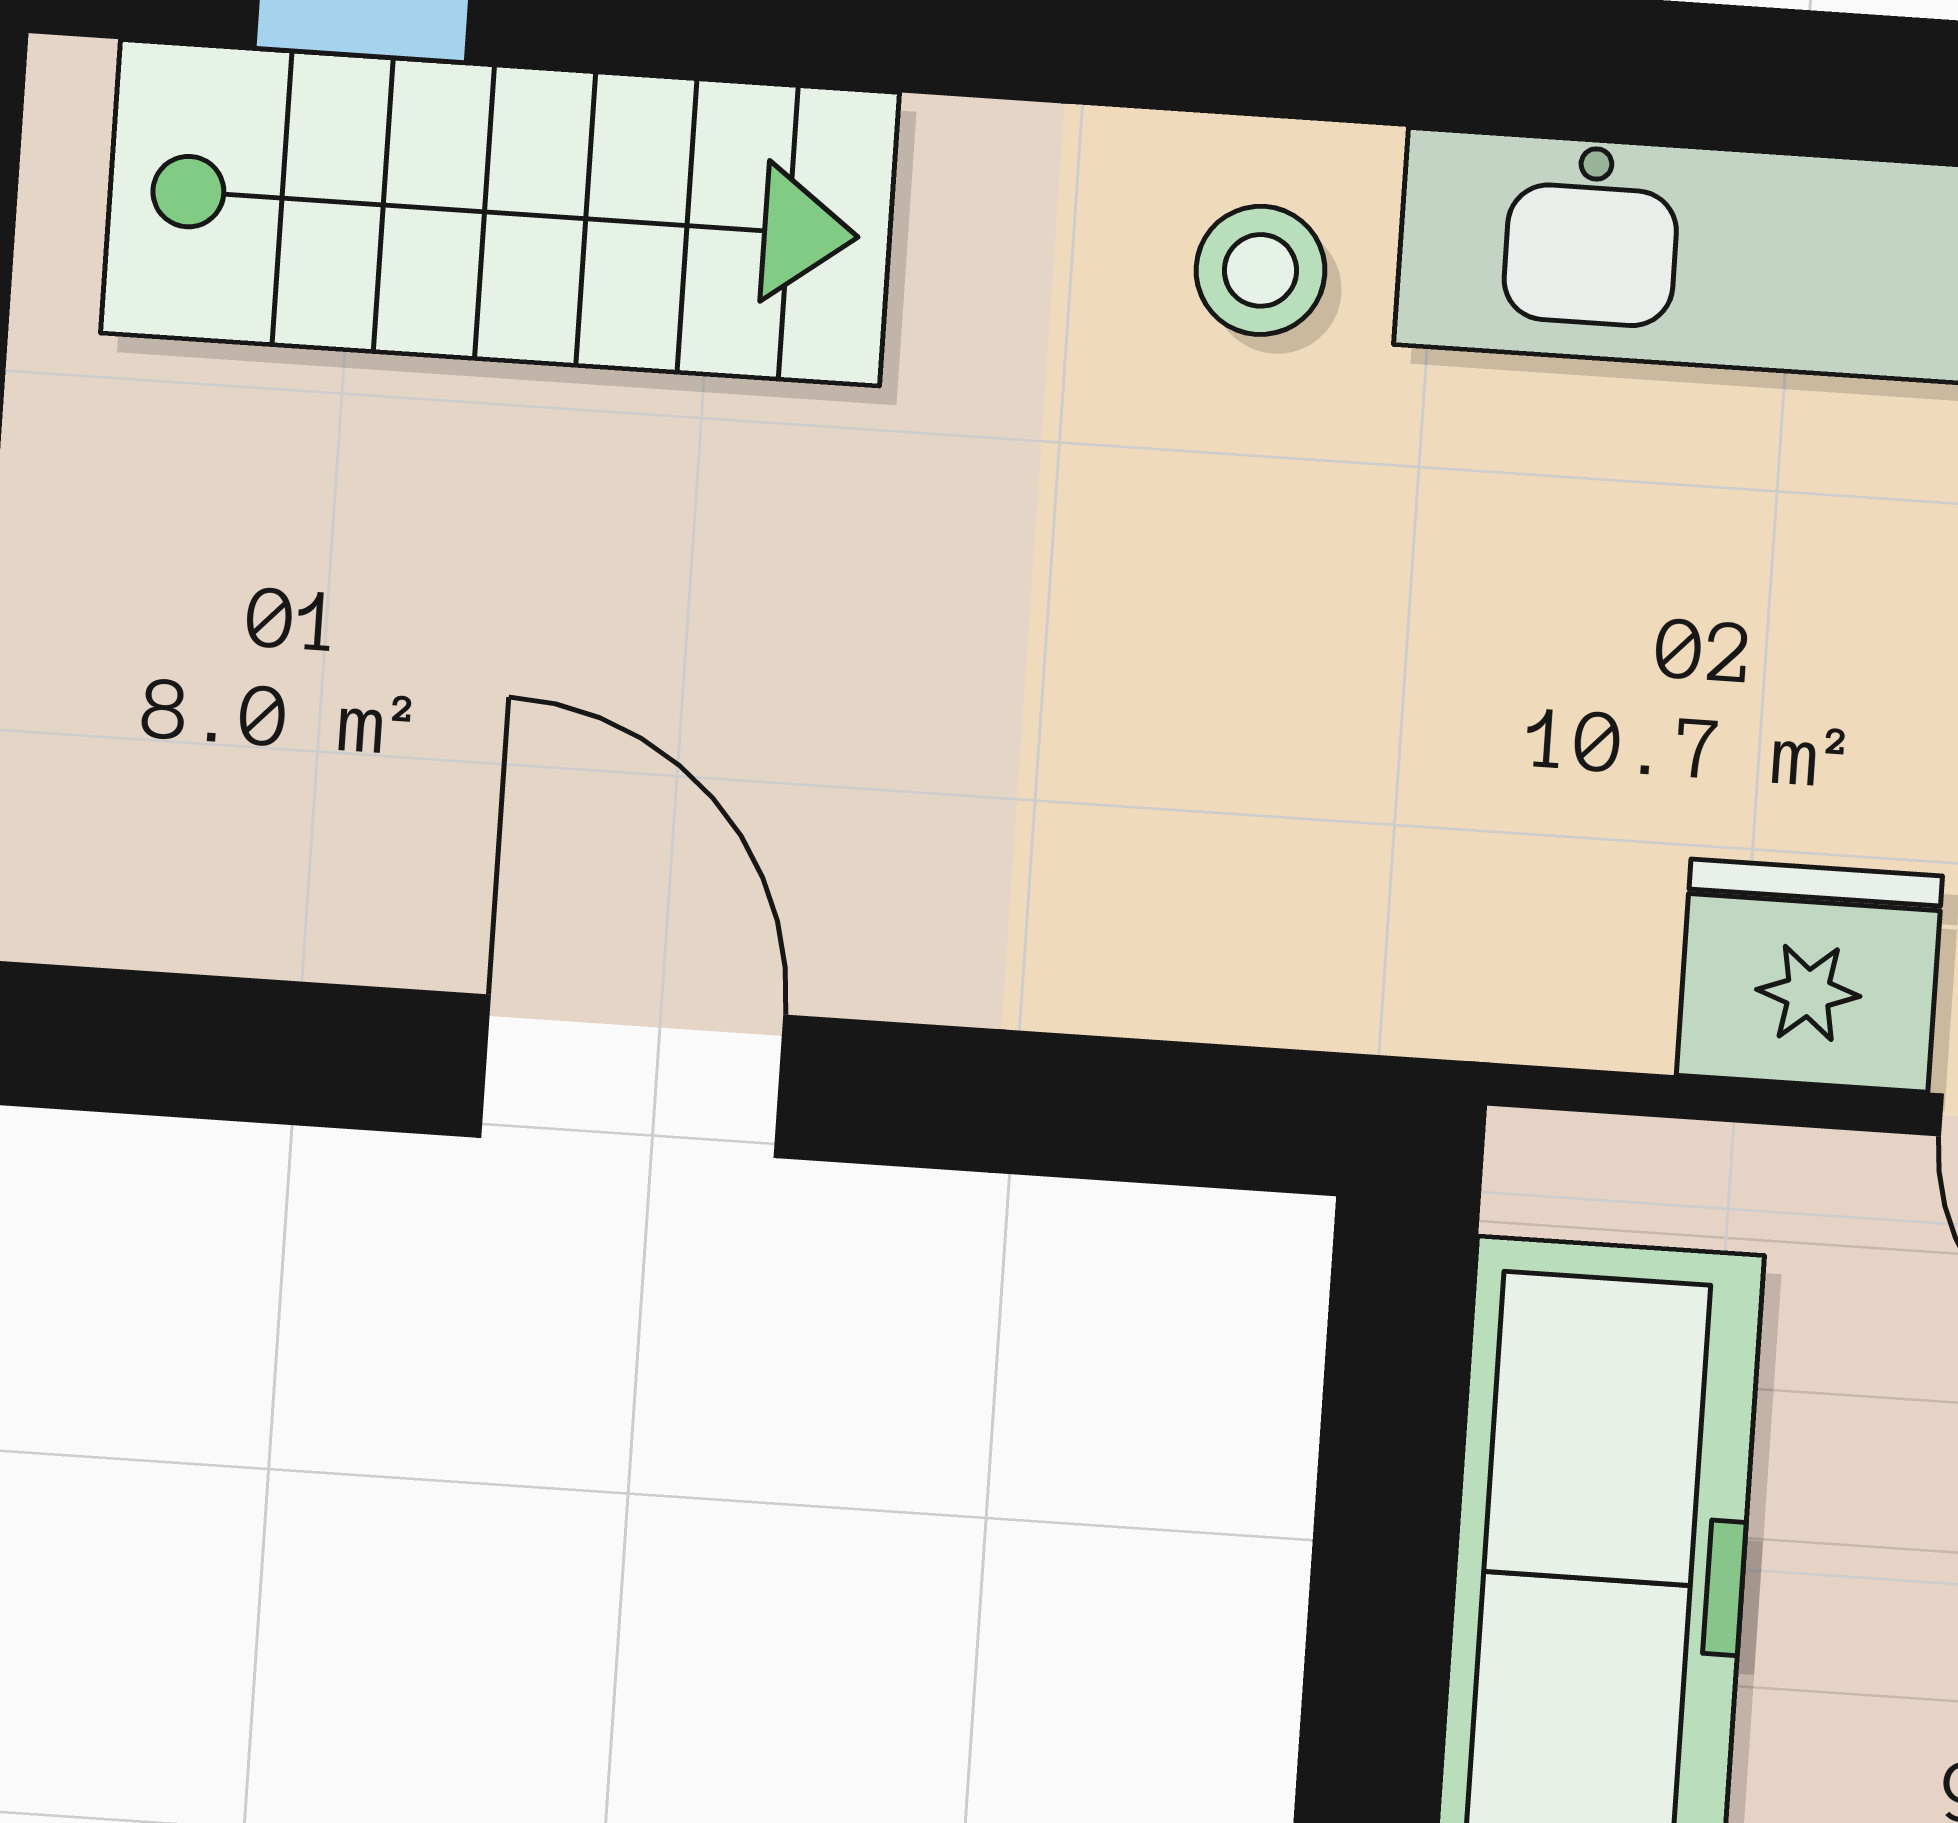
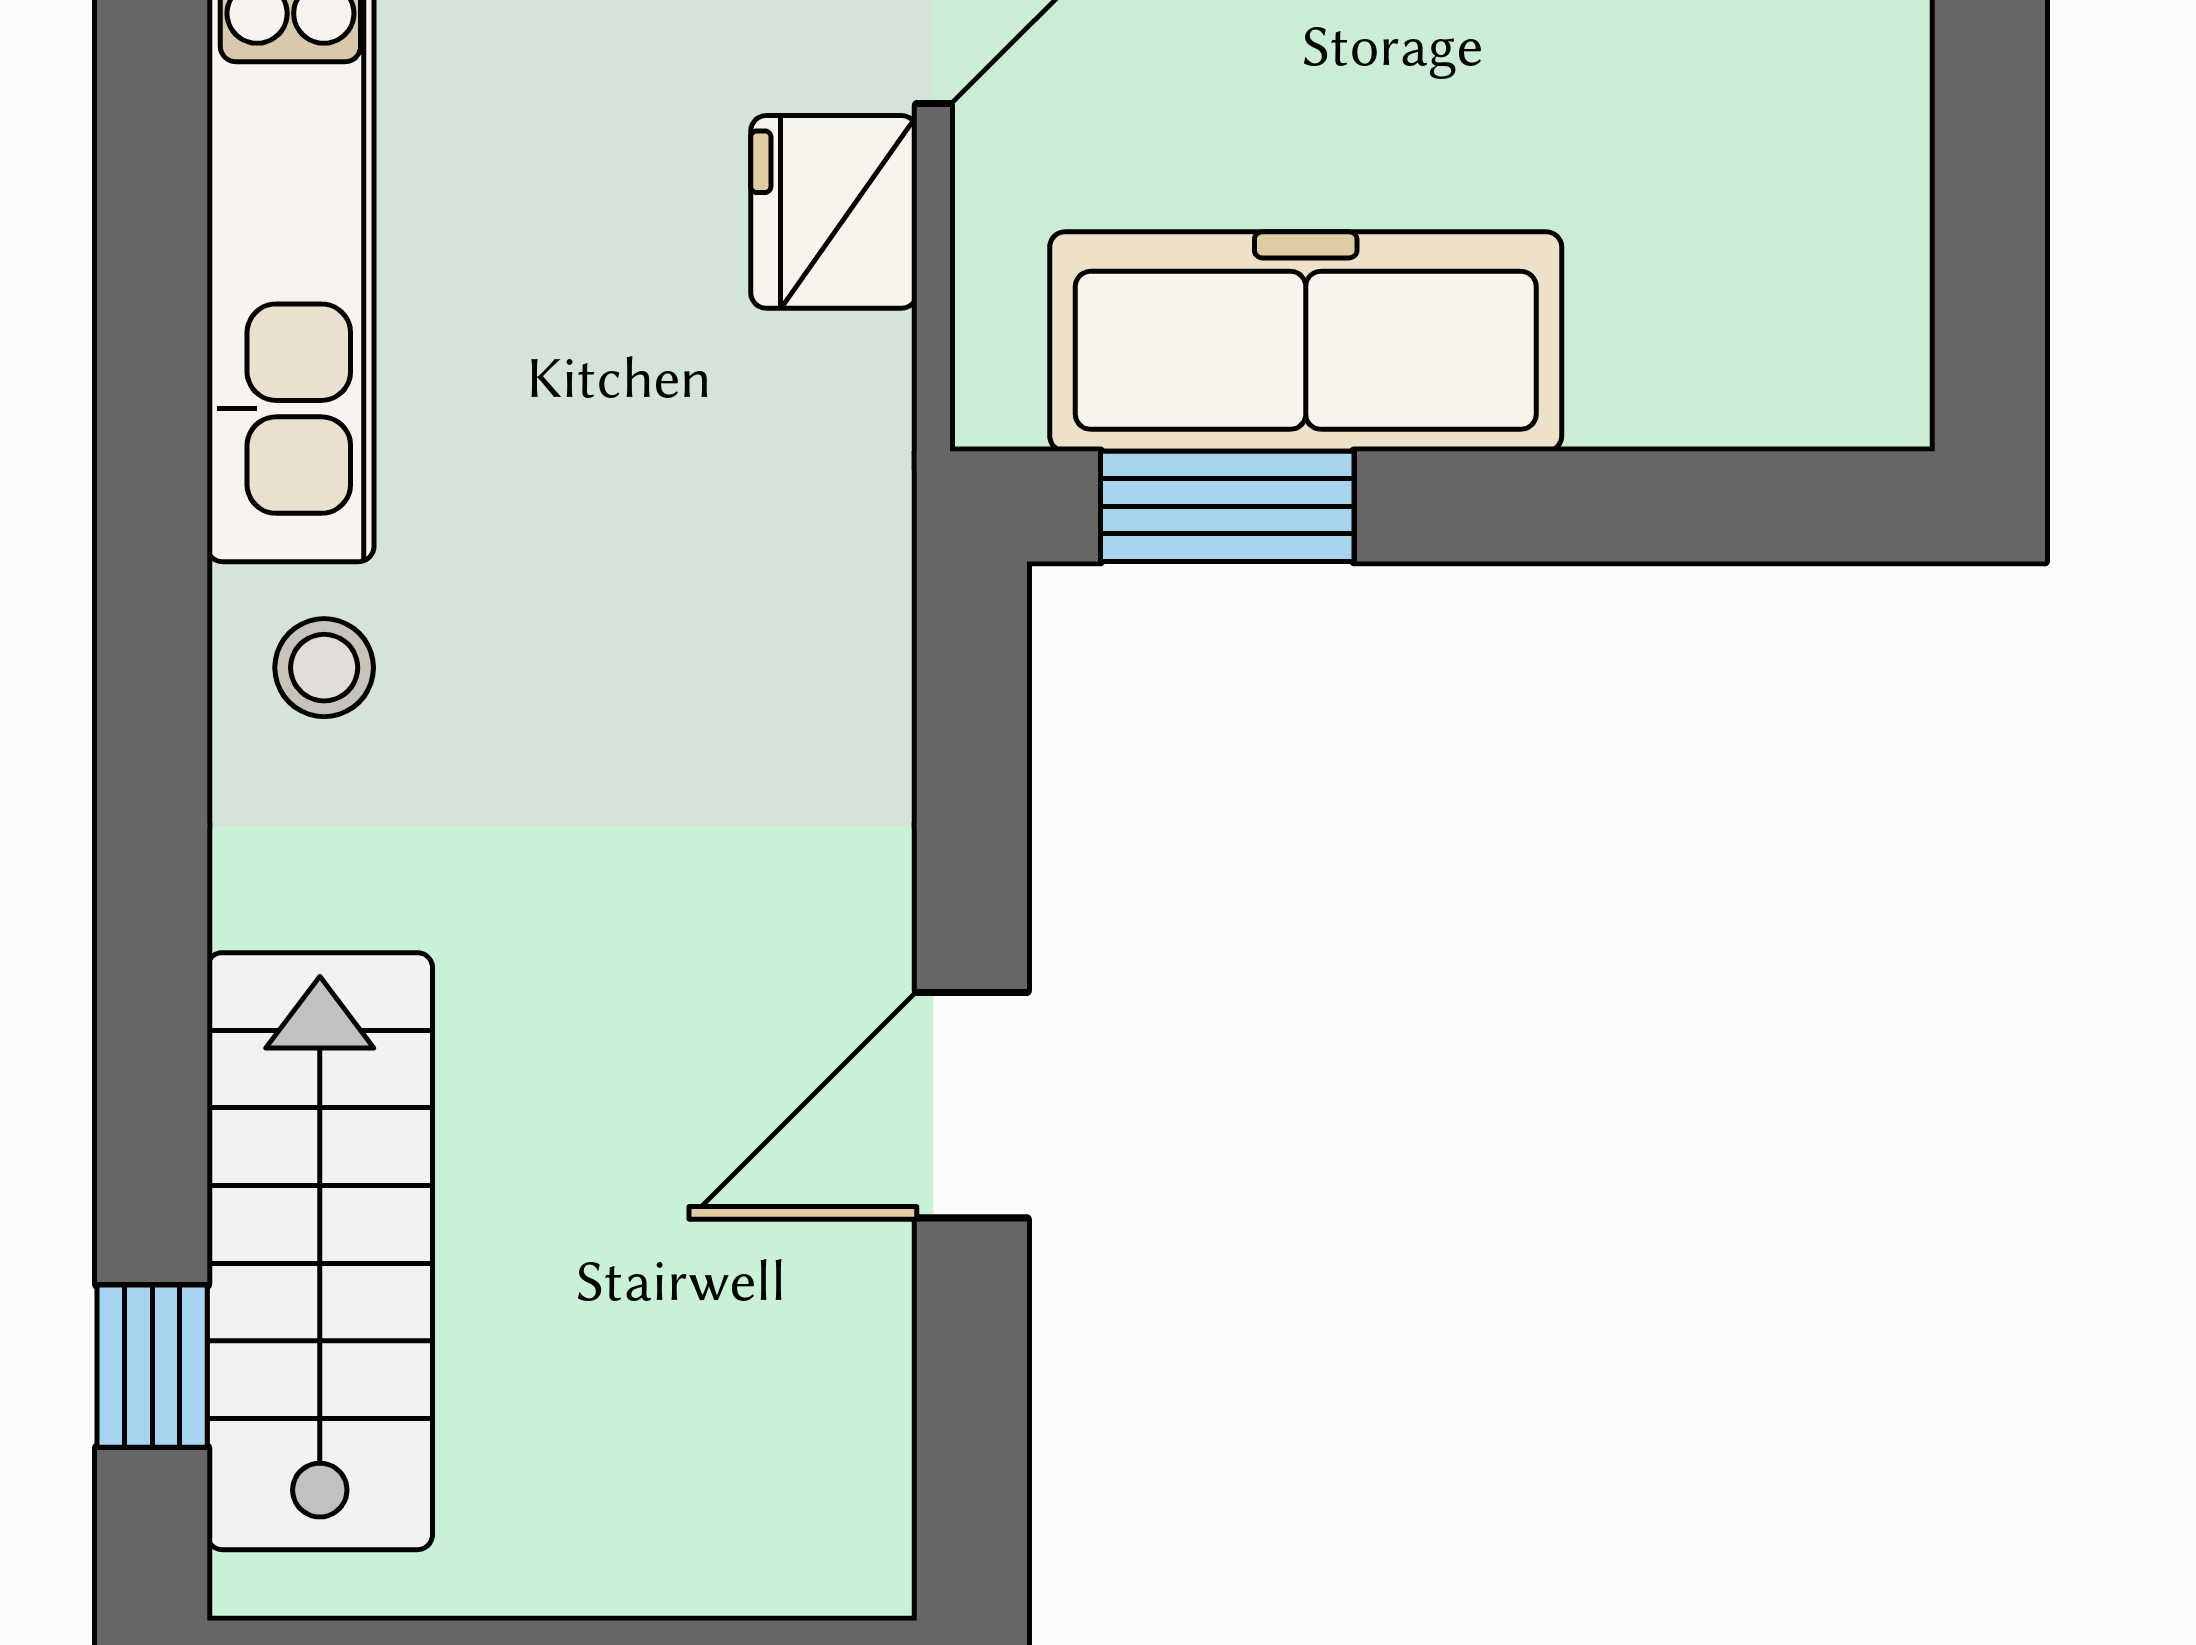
window: (1390, 1462) -> (1227, 506), added

